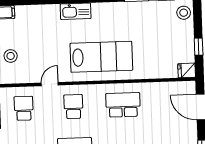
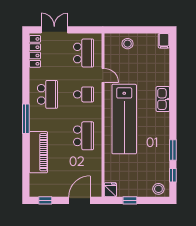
lab bench: (101, 57) -> (124, 119), width x1.36
school desk: (24, 108) -> (84, 53), width x1.85

